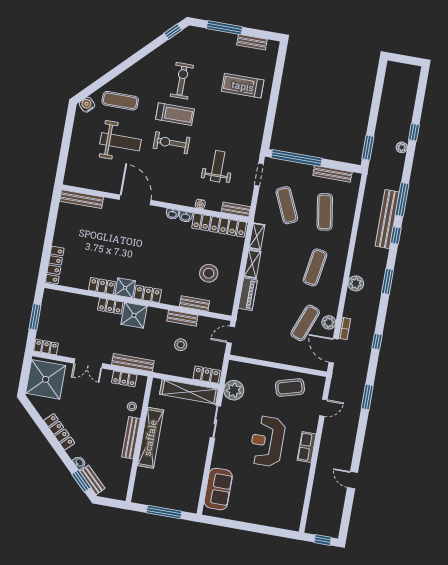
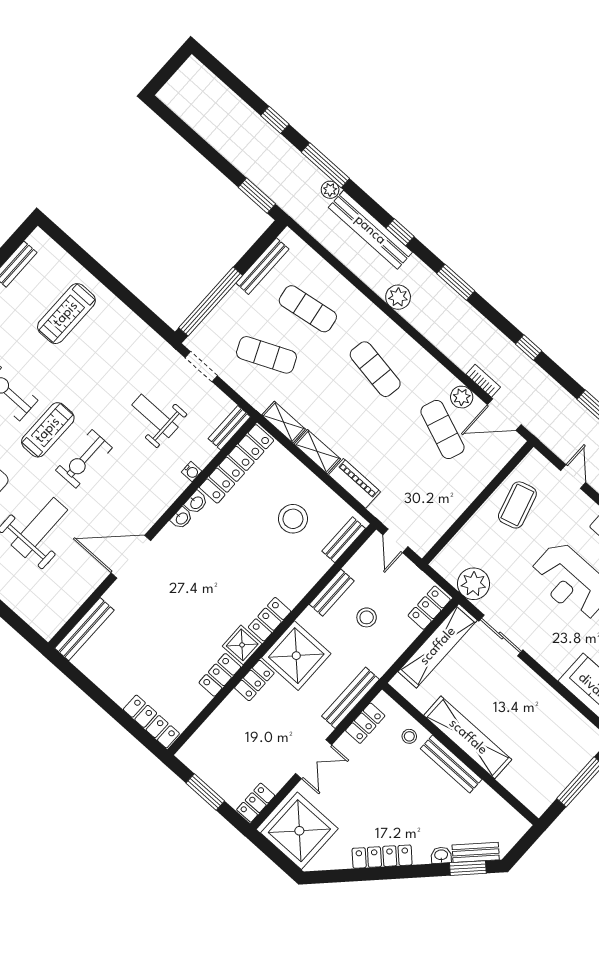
plant: (402, 147) -> (330, 190), moved
window: (402, 199) -> (325, 165), moved
plant: (356, 283) -> (398, 297), moved
bench: (195, 303) -> (344, 540), moved
shower: (134, 315) -> (296, 656), width x1.37, depth x1.37

